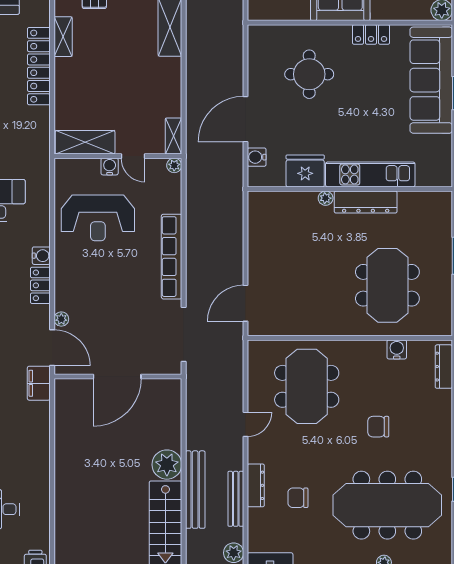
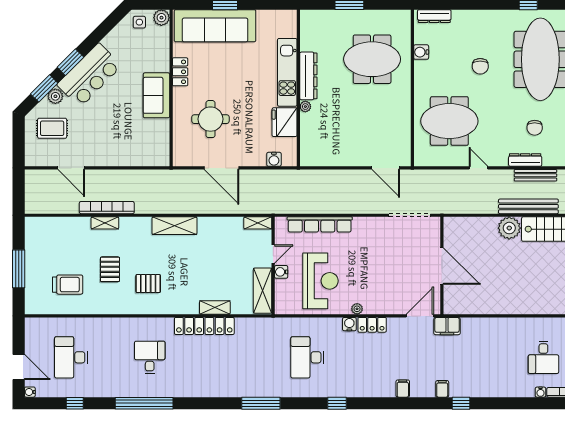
shelving: (63, 37) -> (215, 307), moved
door: (245, 119) -> (221, 168), moved
plant: (174, 165) -> (280, 222), removed
row of seats: (172, 257) -> (320, 224), moved
plant: (61, 319) -> (357, 309), moved

